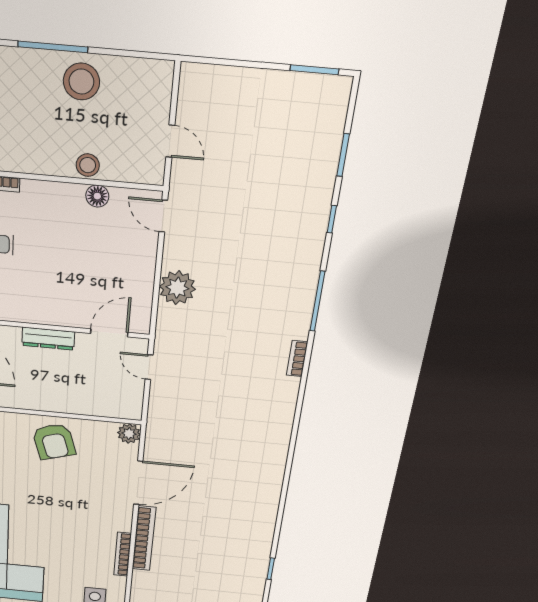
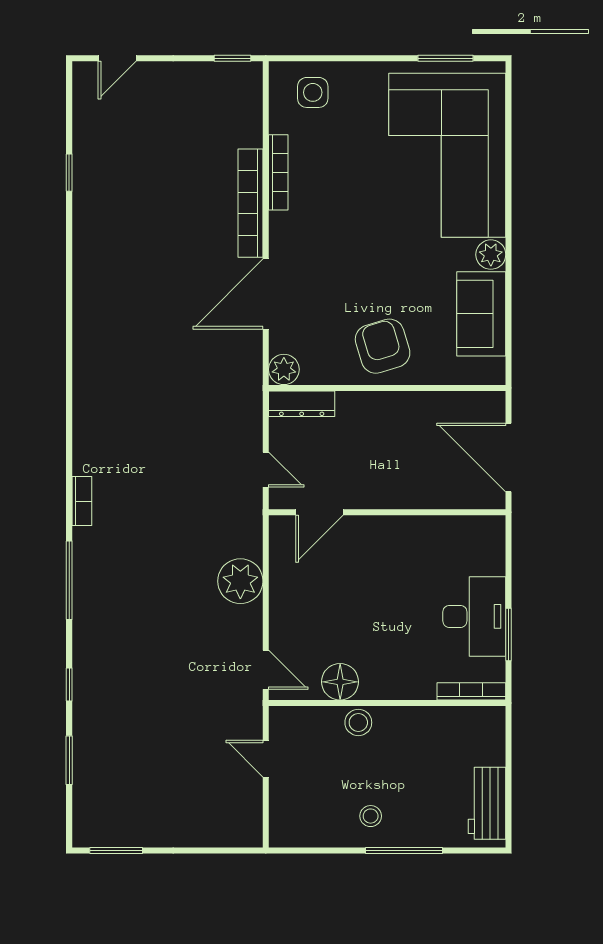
stool: (81, 82) -> (371, 816), width x0.53, depth x0.53
floor lamp: (97, 196) -> (340, 682), width x1.38, depth x1.38
dresser: (48, 339) -> (302, 404), moved, turned 180

